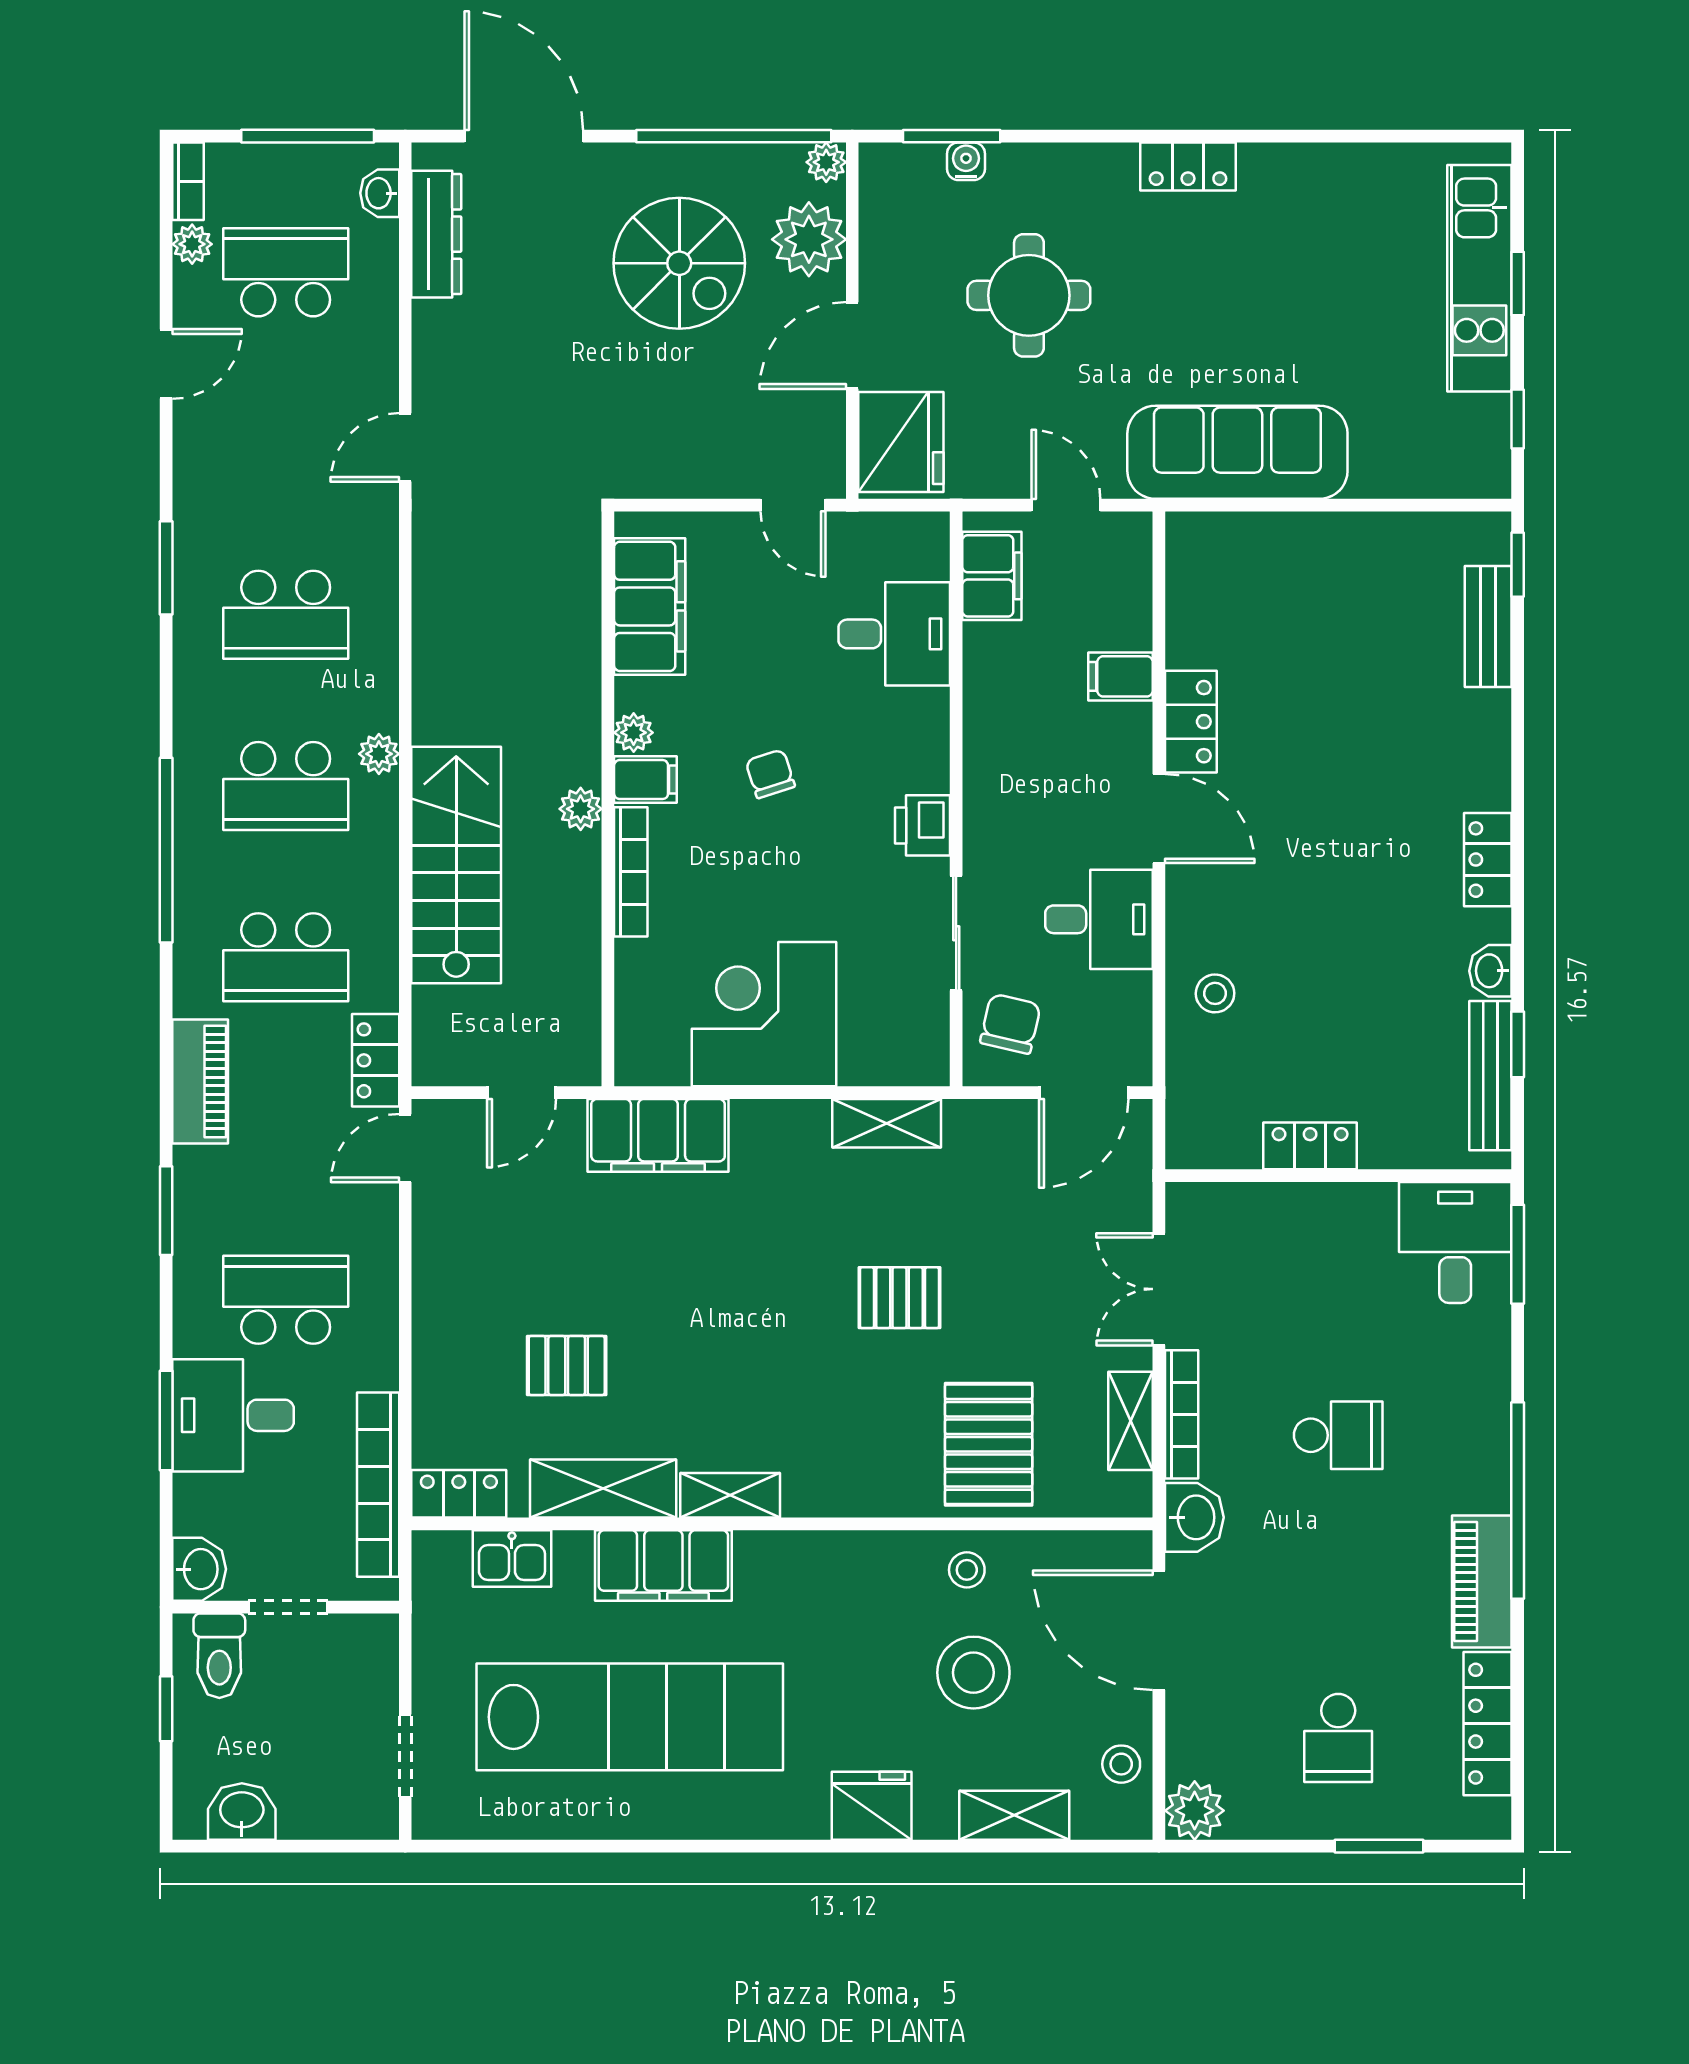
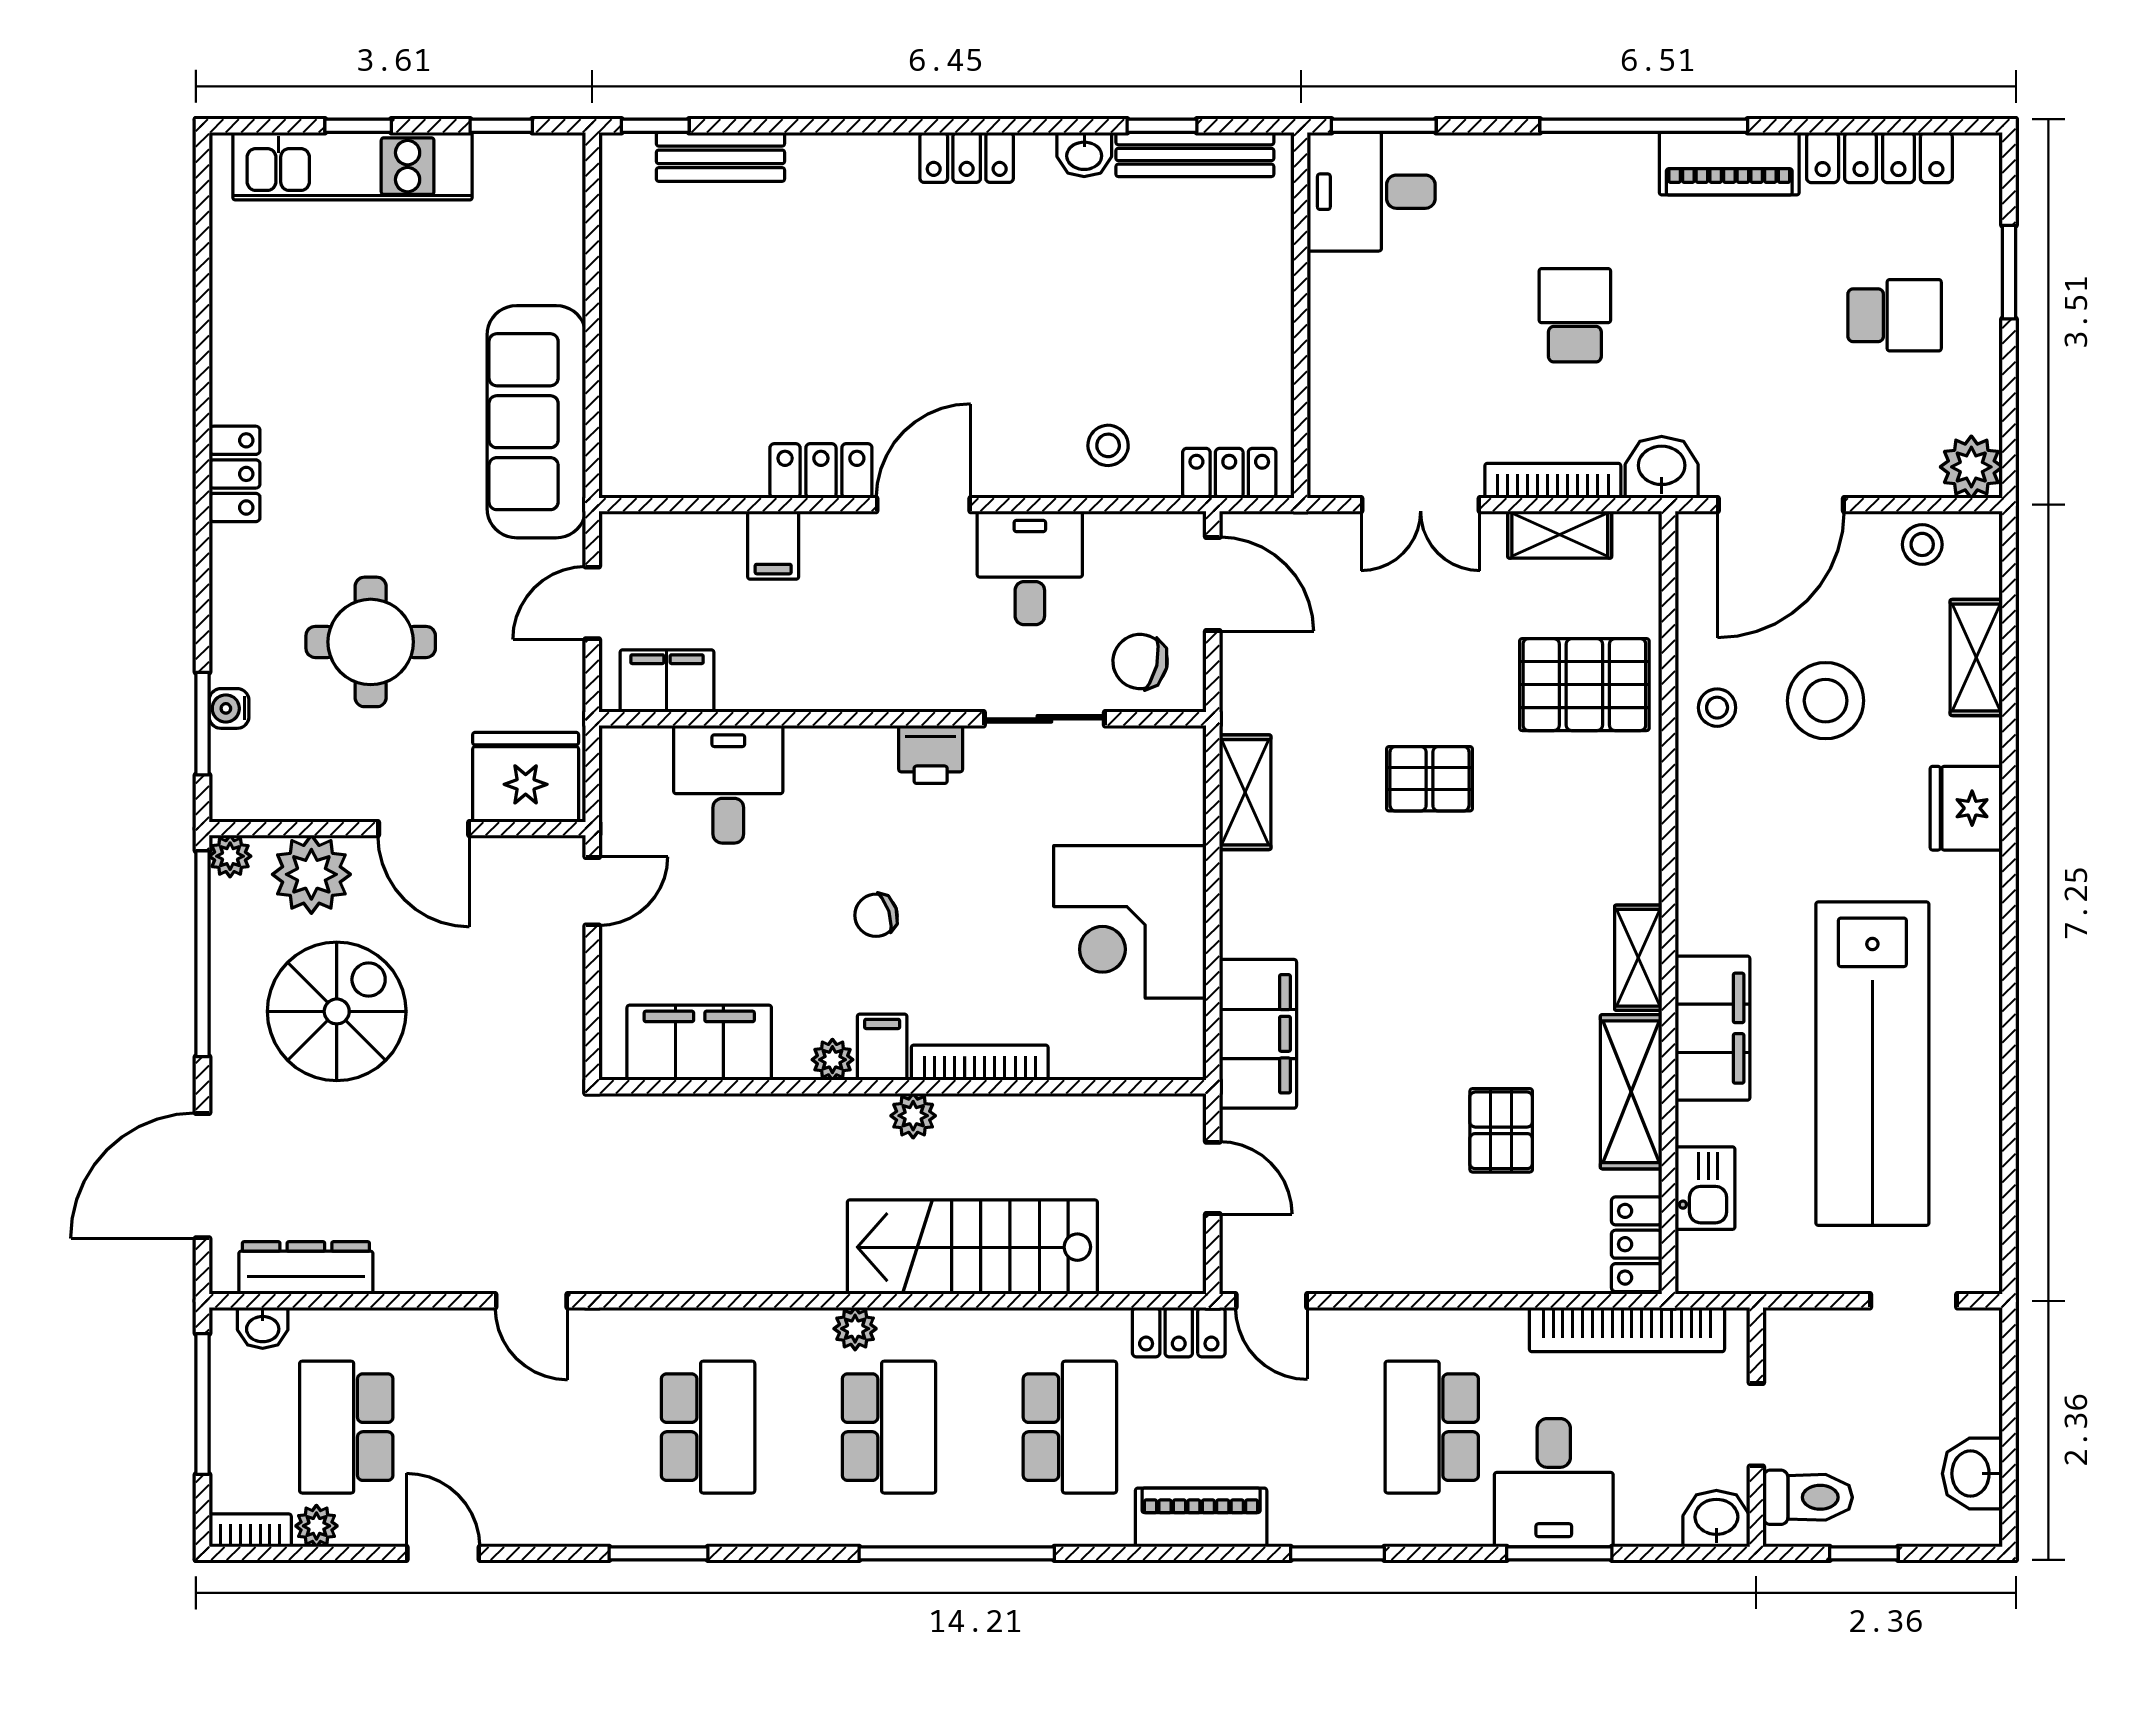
locker: (1310, 1146) -> (1229, 473), moved, turned 90
pallet: (899, 1298) -> (1429, 779), turned 90
lab bench: (630, 1717) -> (1872, 1064), turned 180

